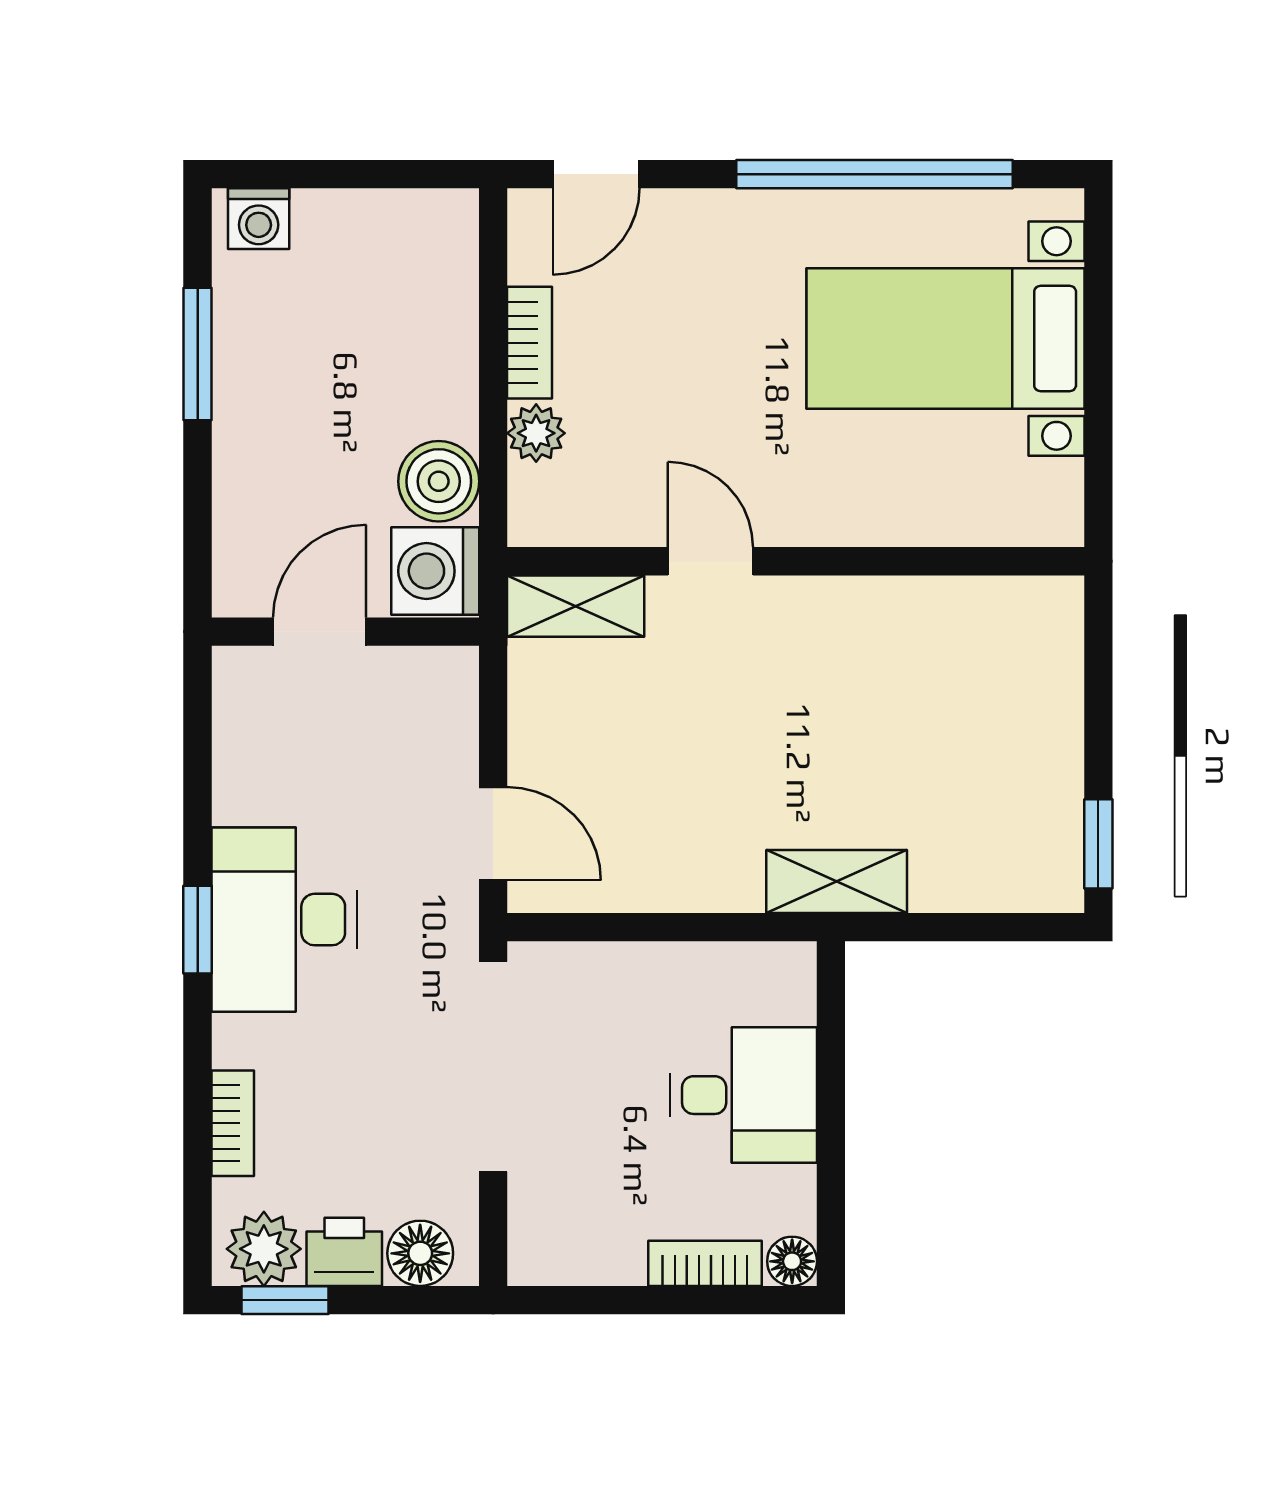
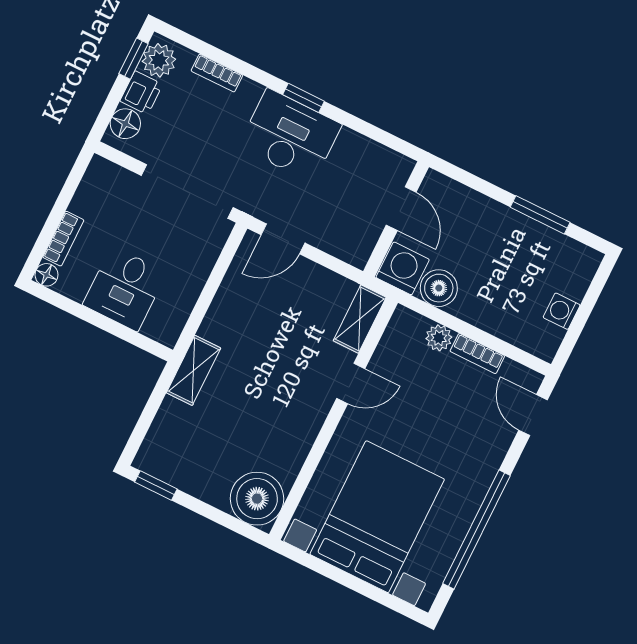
washing machine: (259, 219) -> (562, 311), moved
bed with nightstands: (945, 339) -> (377, 517), width x1.36
boiler: (1026, 633) -> (257, 499), added

